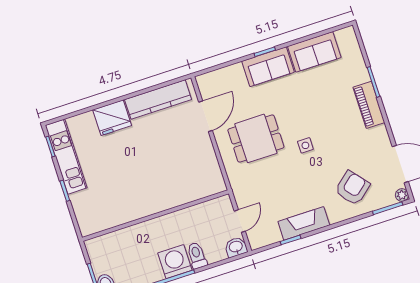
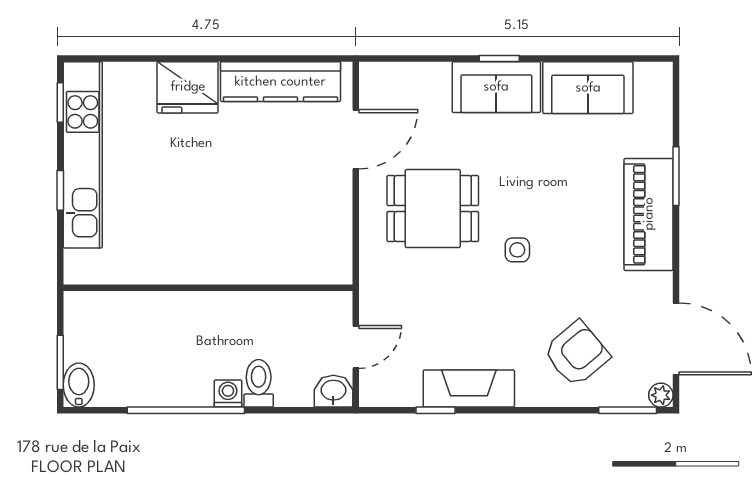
piano: (369, 105) -> (649, 214), width x1.37, depth x1.33
kitchen unit: (66, 157) -> (83, 155), width x1.36
washing machine: (175, 262) -> (228, 394), width x0.53, depth x0.53

